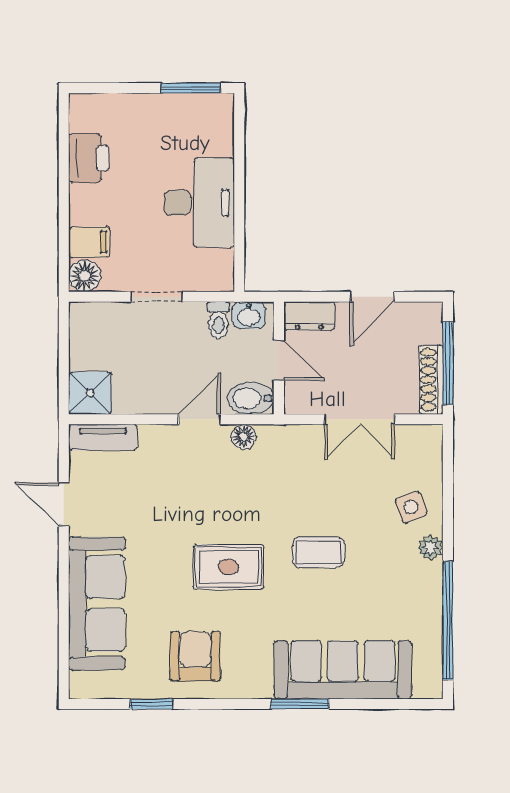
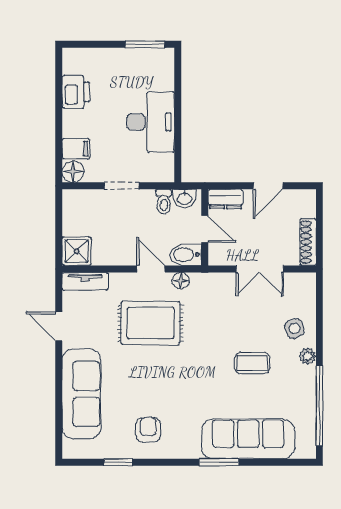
window: (448, 363) -> (319, 231), removed
door: (200, 419) -> (151, 269), hinge flipped
coffee table: (319, 552) -> (252, 363), moved
rug: (228, 567) -> (151, 323), moved, width x1.36, depth x1.43
armchair: (195, 656) -> (148, 430), width x0.72, depth x0.72

